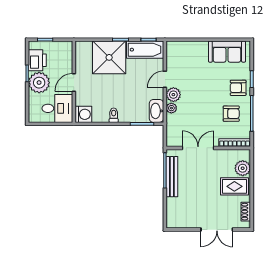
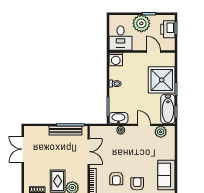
printer: (37, 60) -> (168, 29), moved, turned 90
door: (74, 82) -> (153, 52), moved
plant: (173, 95) -> (161, 132), moved
double door: (217, 230) -> (23, 149), moved

